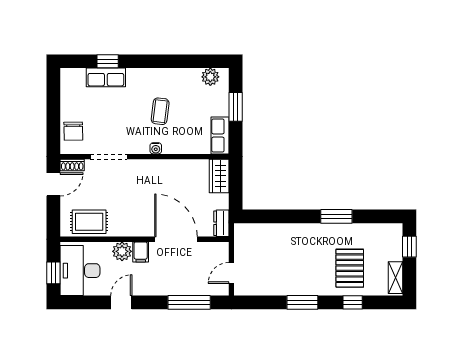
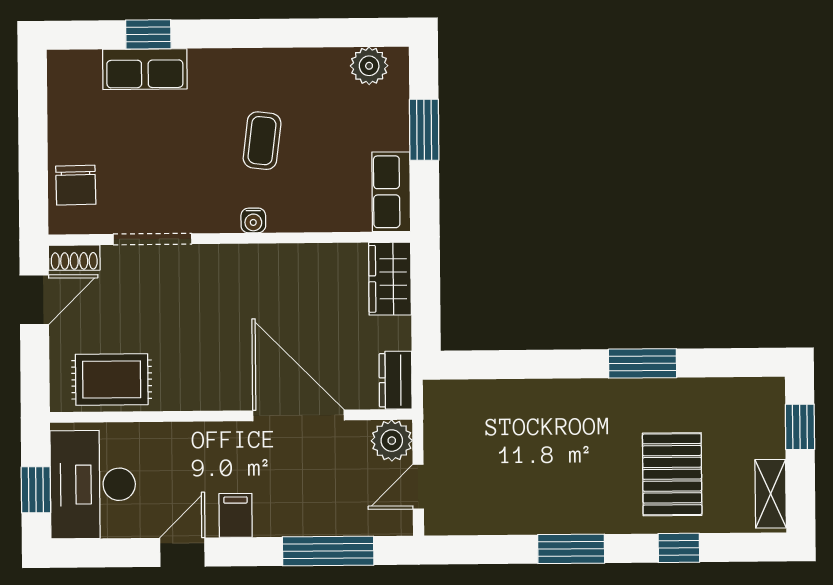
plant: (122, 251) -> (392, 441), moved
filing cabinet: (141, 252) -> (236, 515), moved, turned 180

